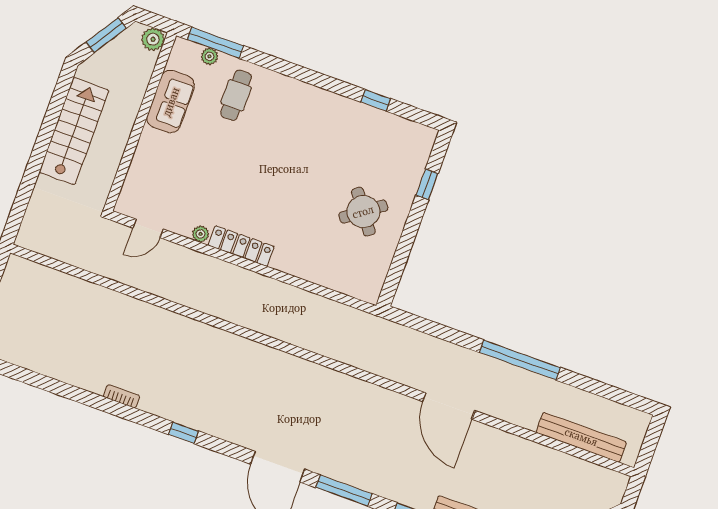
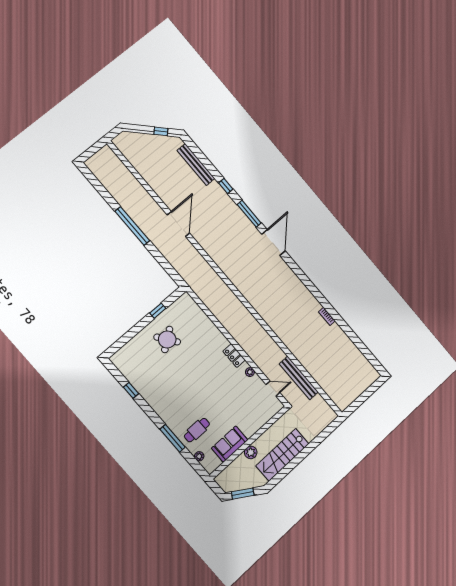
plant: (153, 39) -> (251, 452), moved
window: (215, 43) -> (172, 438), moved
window: (427, 184) -> (158, 311), moved
locker: (241, 246) -> (234, 356), width x0.66
window: (183, 433) -> (308, 283), removed
bench: (581, 437) -> (299, 378), moved

